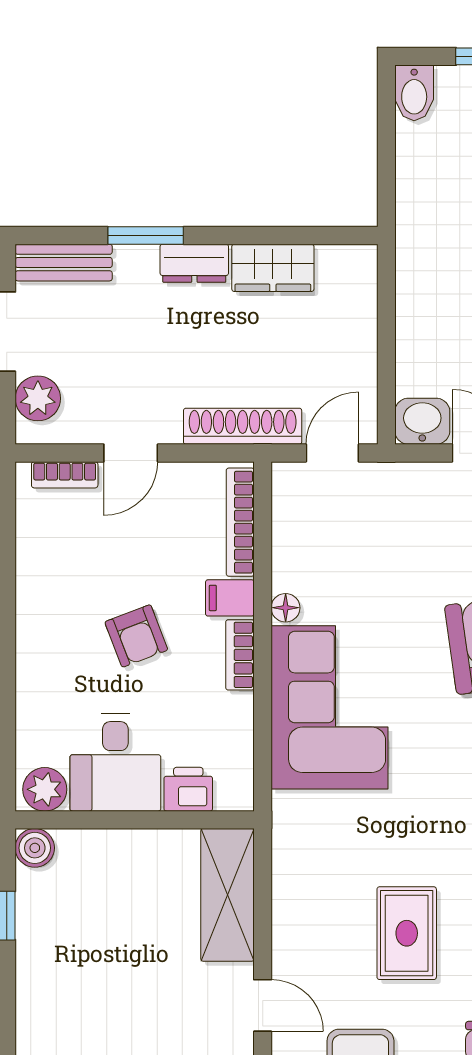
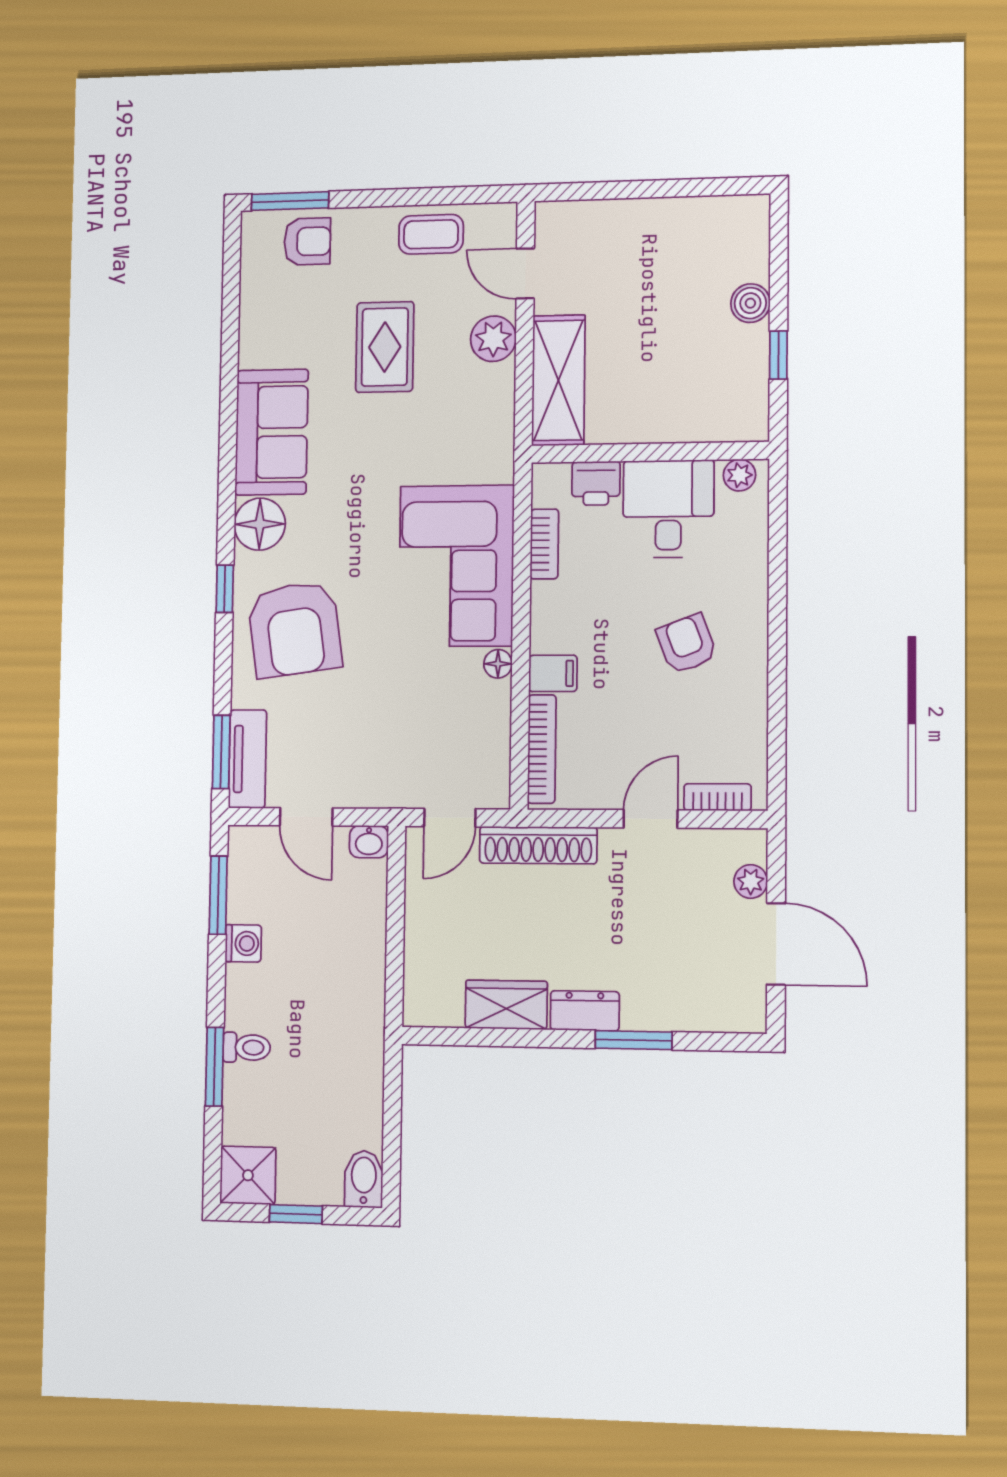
bench: (64, 263) -> (717, 1014), removed
plant: (38, 398) -> (751, 881), width x0.73, depth x0.73
washbasin: (422, 421) -> (369, 842), width x0.72, depth x0.69
armchair: (136, 636) -> (687, 644), moved
bookcase: (240, 655) -> (544, 544), moved
plant: (45, 789) -> (739, 475), width x0.73, depth x0.73
boiler: (35, 848) -> (750, 303), moved
plant: (295, 939) -> (493, 339), added

